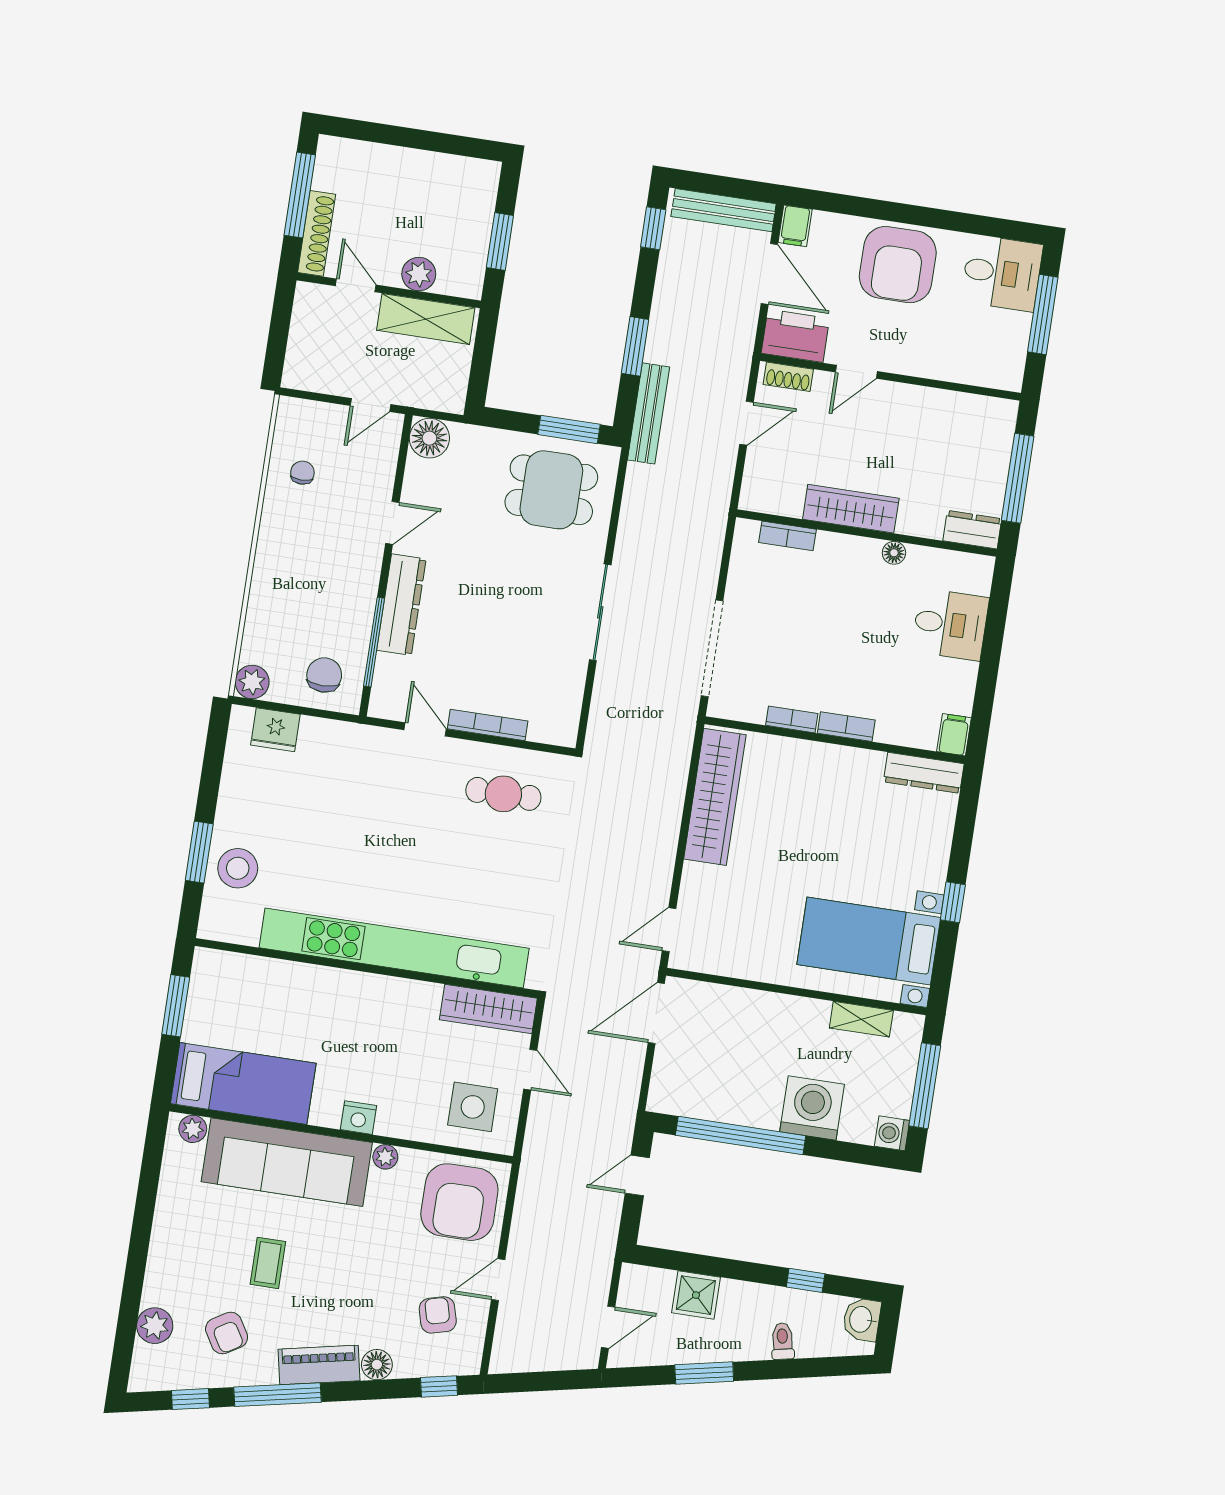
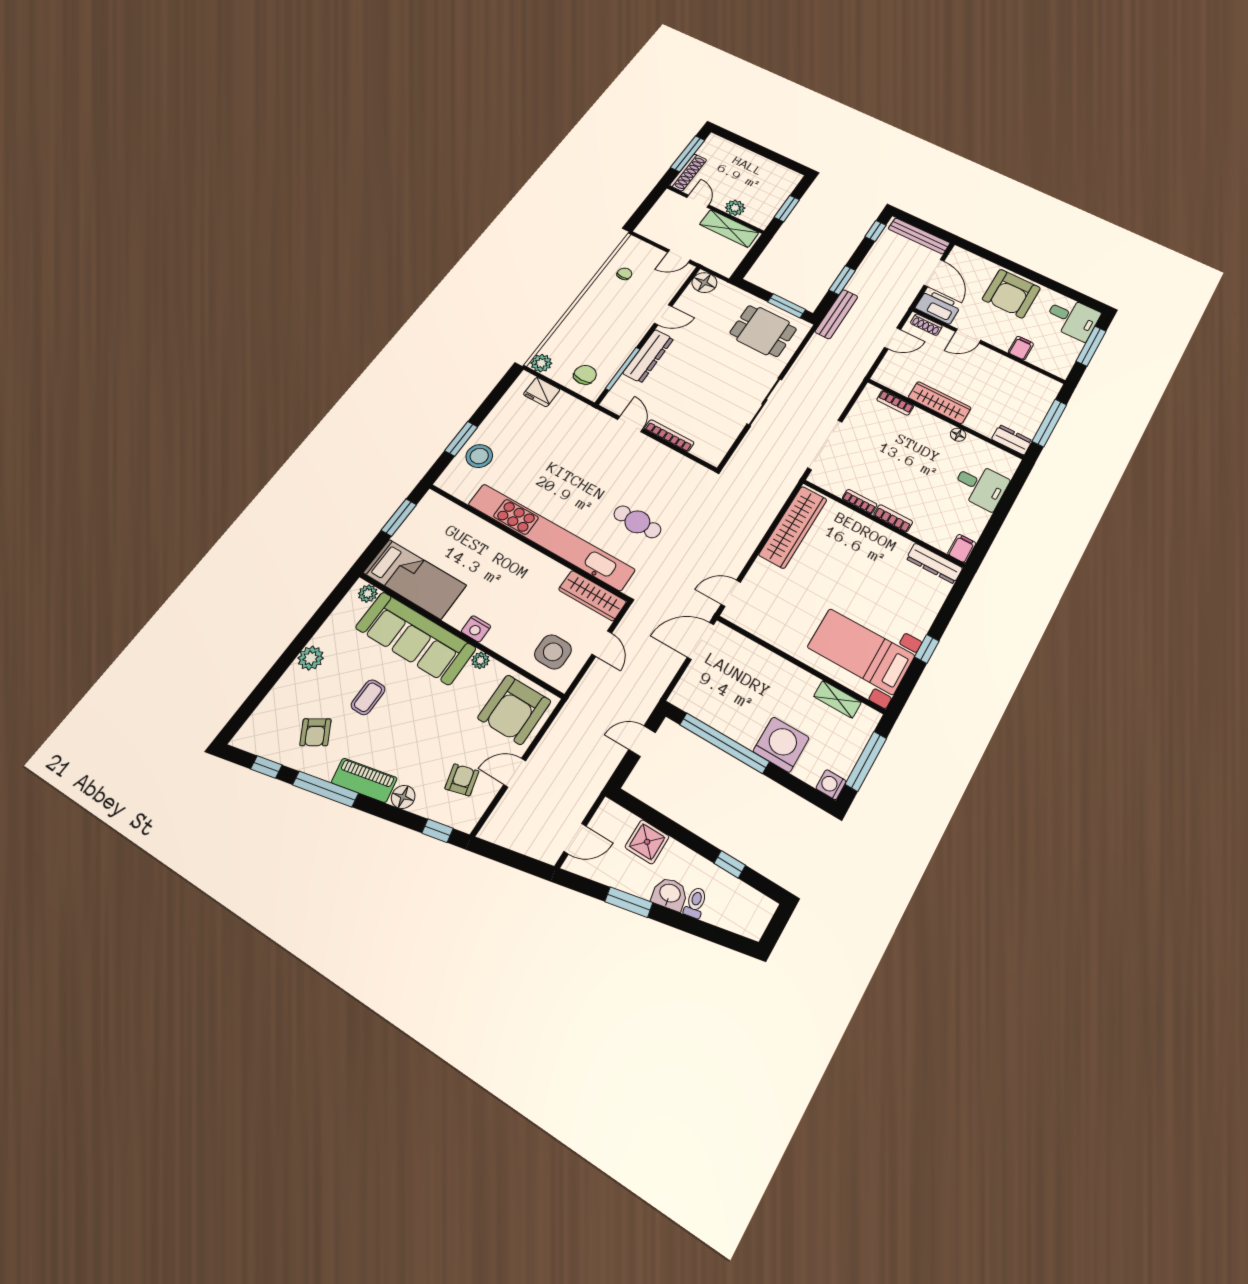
filing cabinet: (795, 226) -> (1021, 348), moved, turned 180
cafe table: (503, 794) -> (637, 522), moved
washbasin: (862, 1319) -> (670, 894), moved, turned 78
plant: (155, 1326) -> (311, 658), moved

